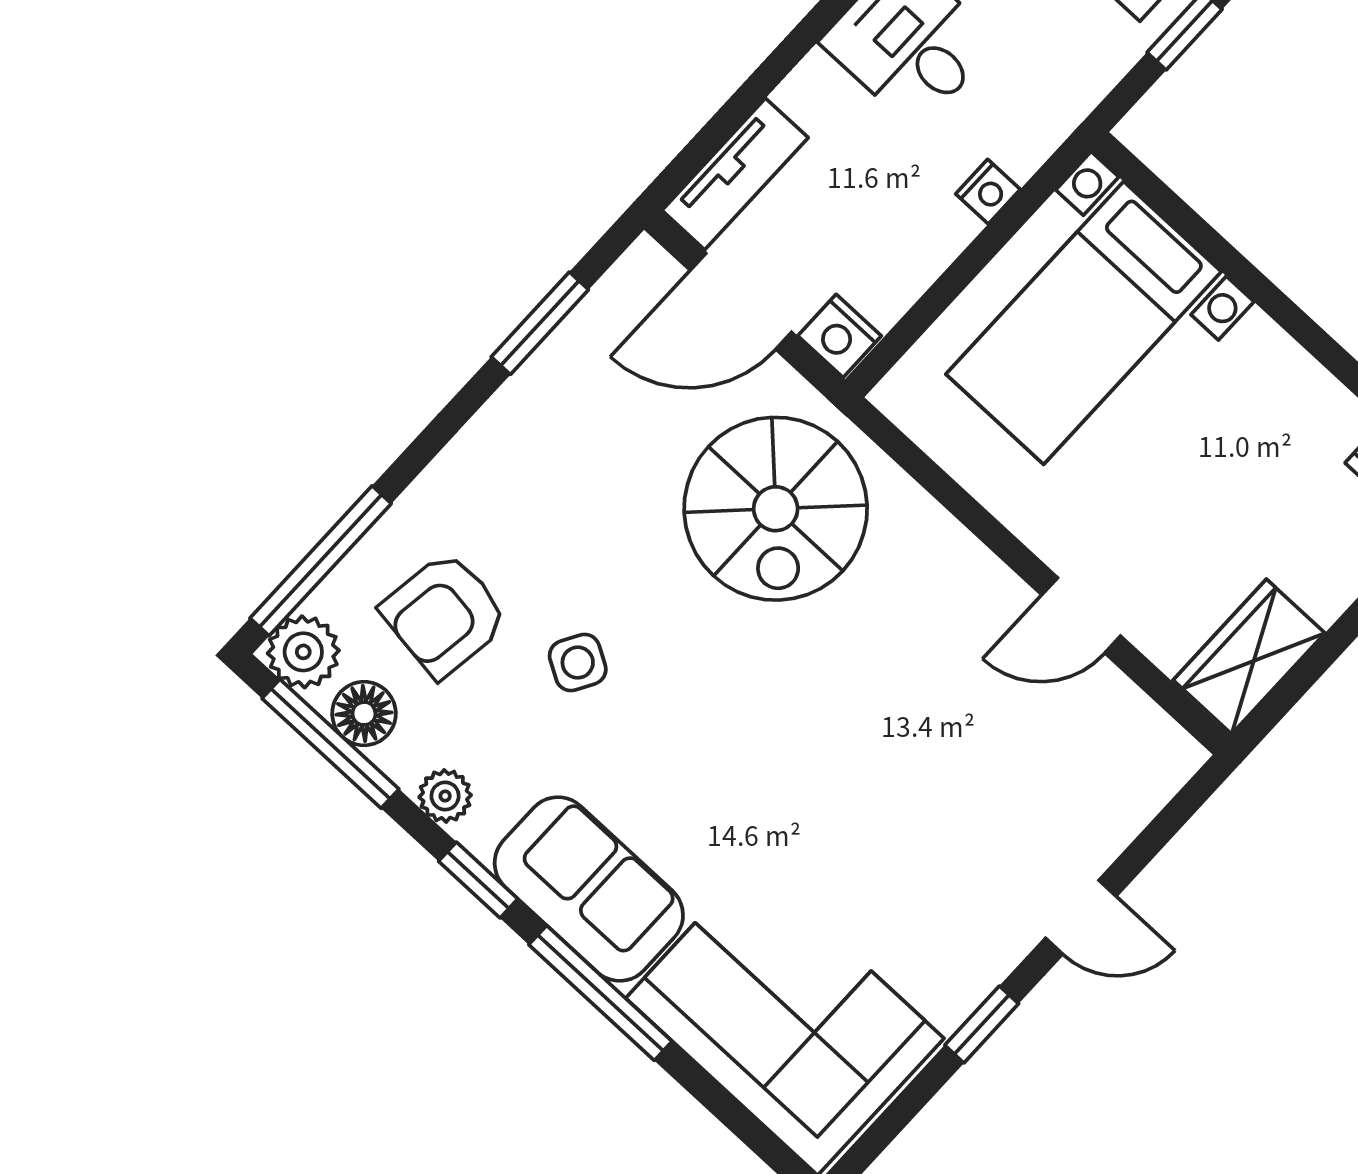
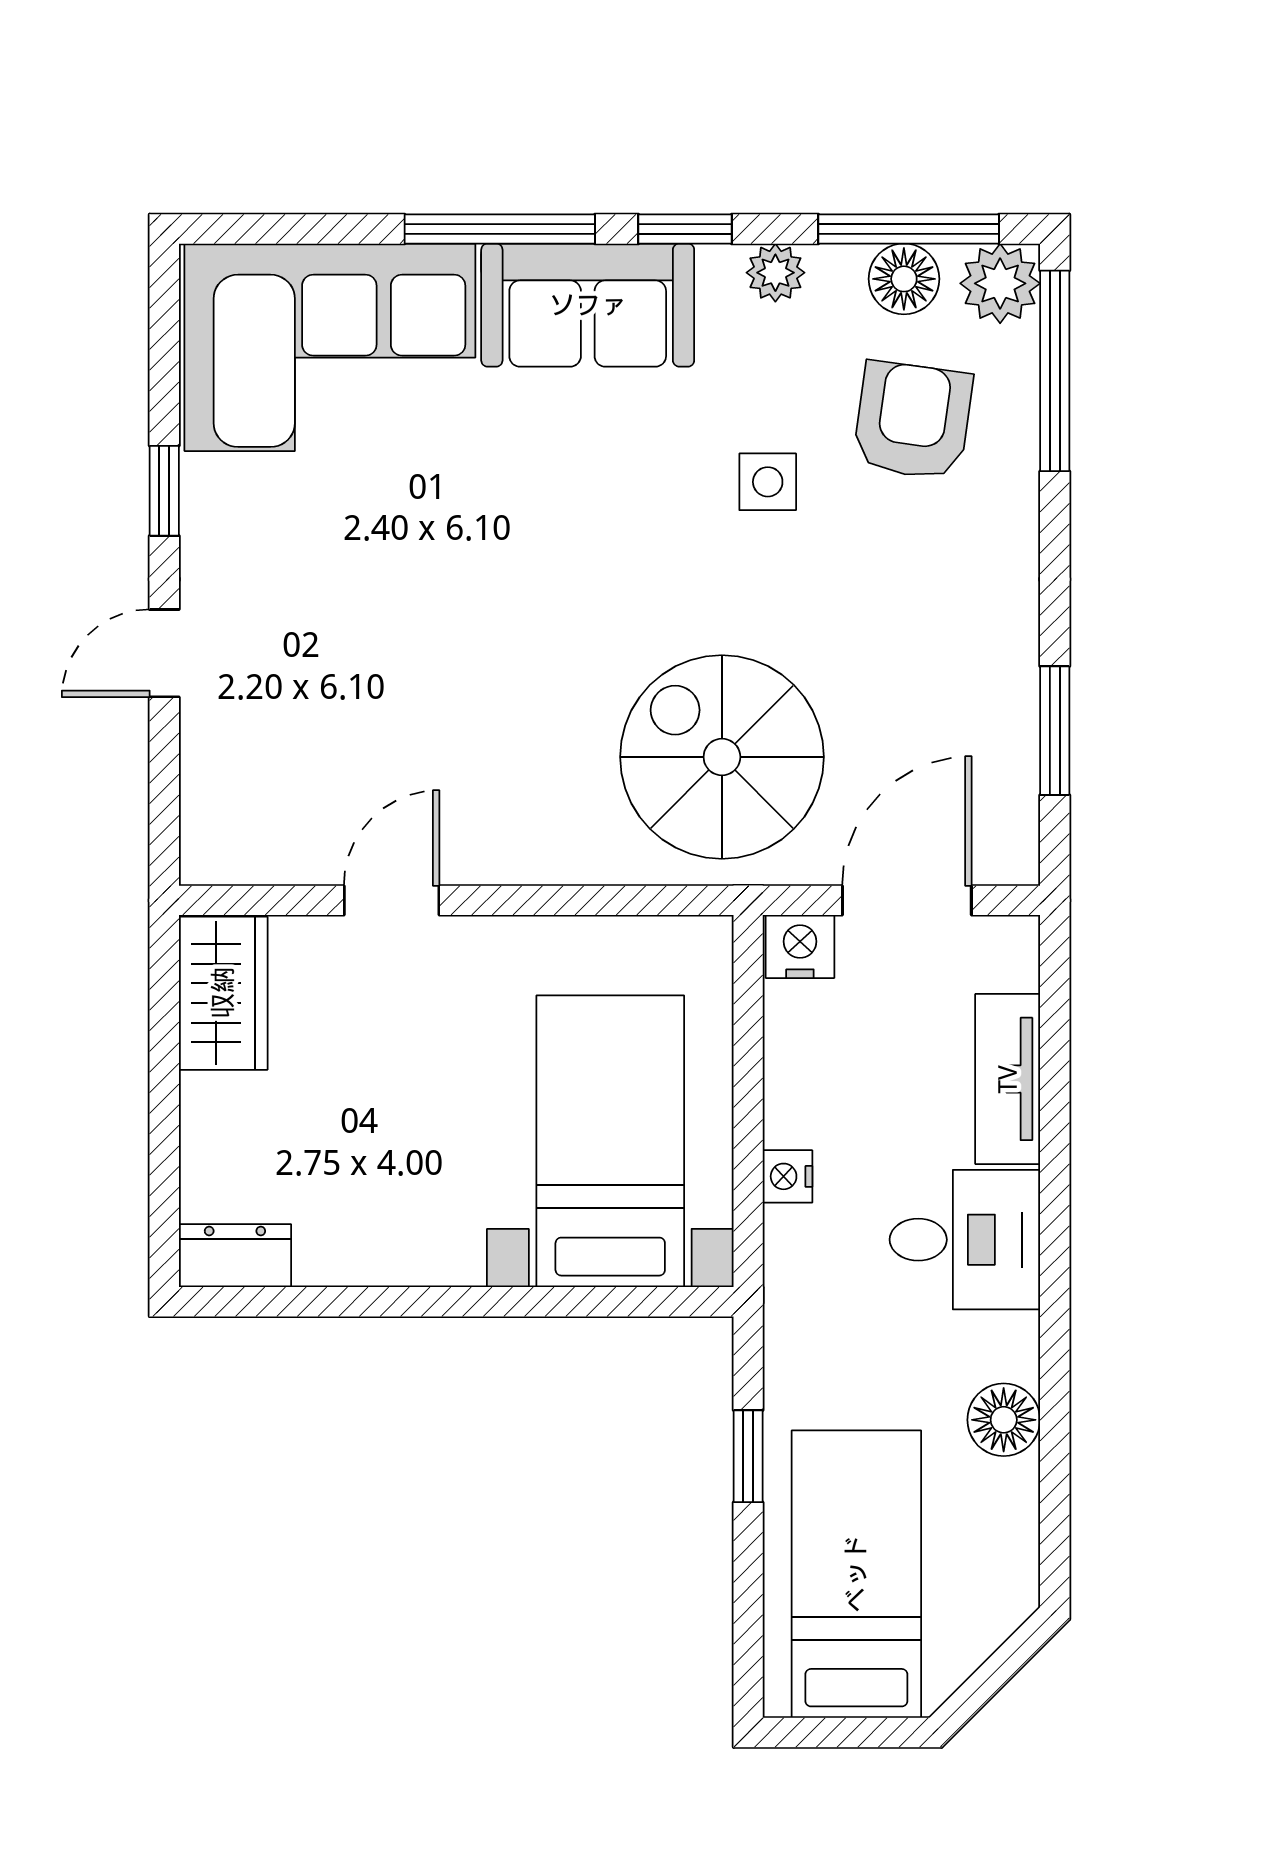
tv unit: (735, 174) -> (1008, 1079), moved
side table: (578, 663) -> (768, 482), turned -30

